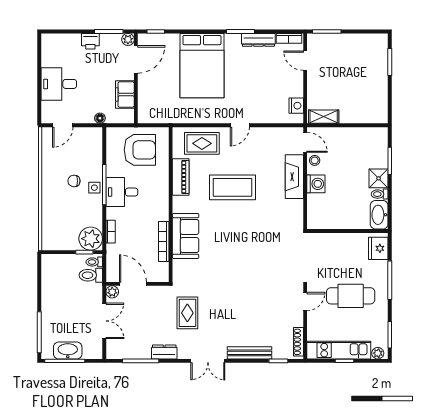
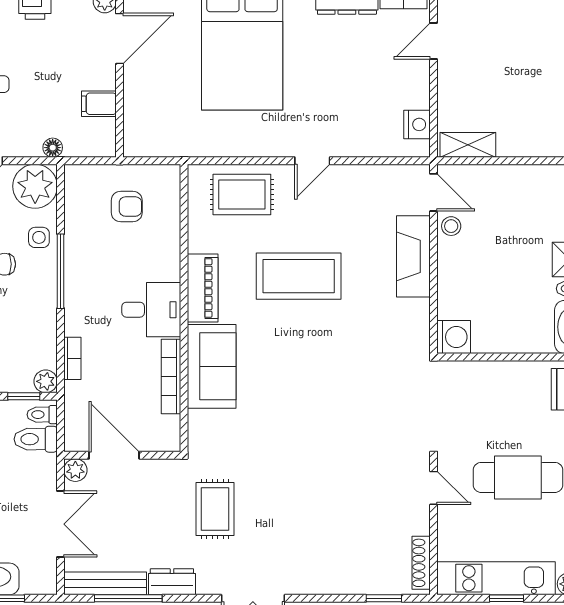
door: (305, 61) -> (434, 41), hinge flipped
filing cabinet: (125, 95) -> (99, 104), width x0.50
plant: (90, 139) -> (35, 186), added
armchair: (140, 150) -> (127, 207), width x0.53, depth x0.53
piano: (181, 177) -> (203, 288), moved
washing machine: (316, 184) -> (454, 337), moved
side table: (94, 188) -> (39, 237), moved
desk: (122, 192) -> (151, 310), moved, turned 180
plant: (91, 239) -> (46, 381), width x0.53, depth x0.53
door: (305, 301) -> (434, 488), hinge flipped
bench: (249, 353) -> (105, 583), moved

